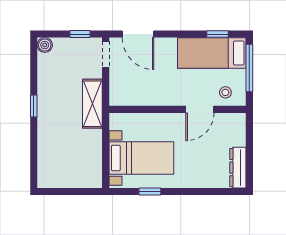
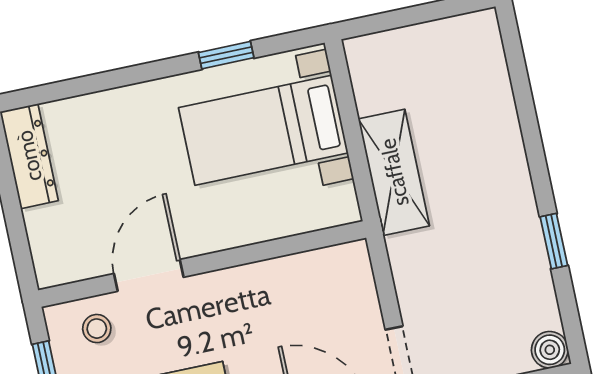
shelving: (92, 104) -> (394, 172), moved
window: (34, 106) -> (554, 241), moved

